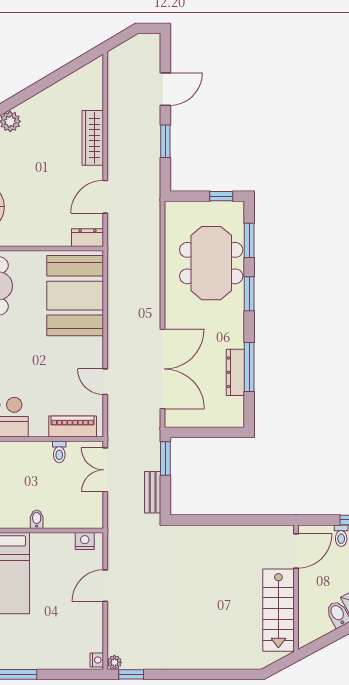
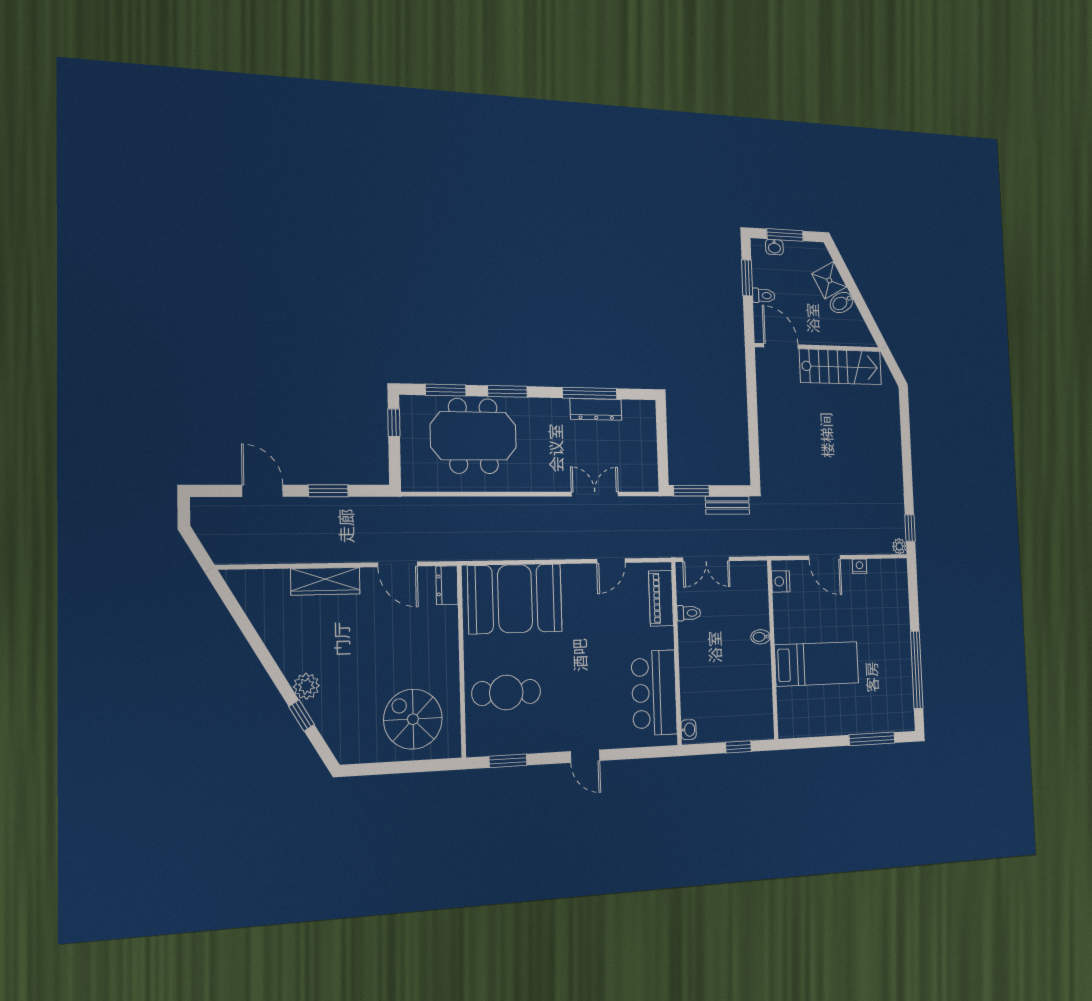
double door: (163, 369) -> (595, 494), width x0.54
nightstand: (97, 660) -> (860, 566), moved

